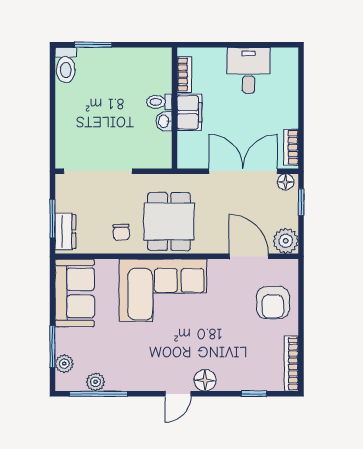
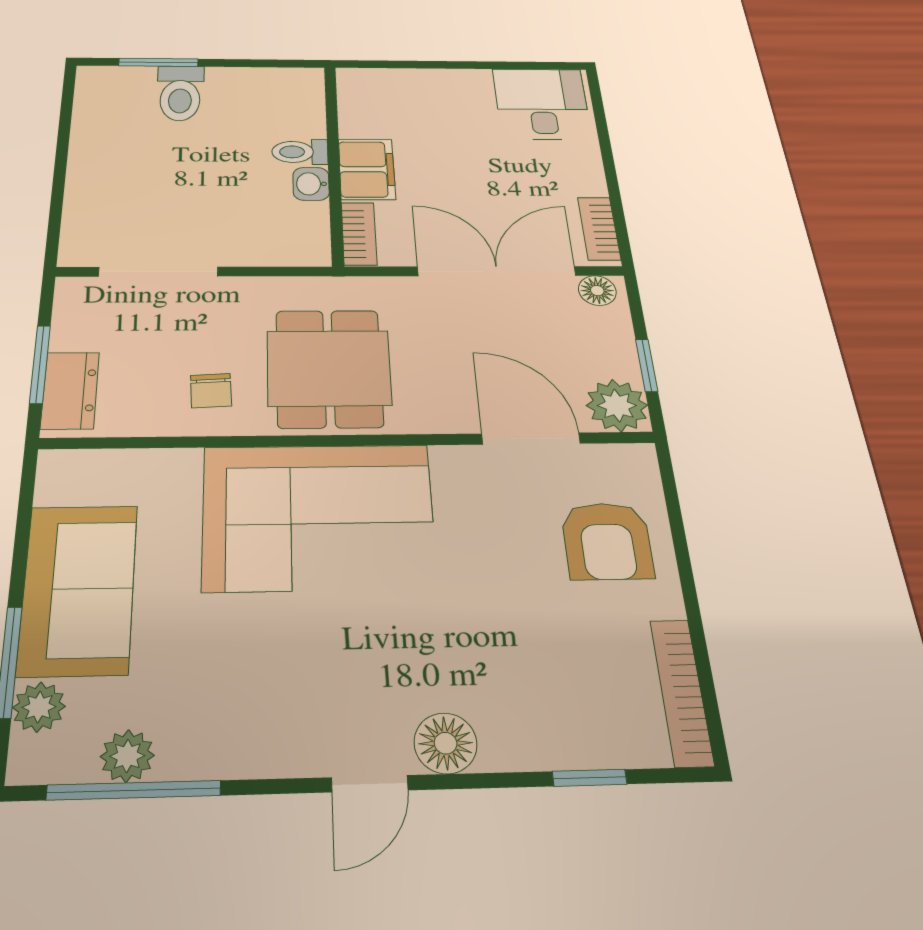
toilet: (66, 65) -> (180, 93), moved
desk: (249, 70) -> (542, 104), moved
bookcase: (184, 74) -> (359, 234), moved
doorway: (98, 171) -> (158, 272), width x0.73
window: (301, 202) -> (647, 365), moved
sofa: (75, 293) -> (78, 589), moved

